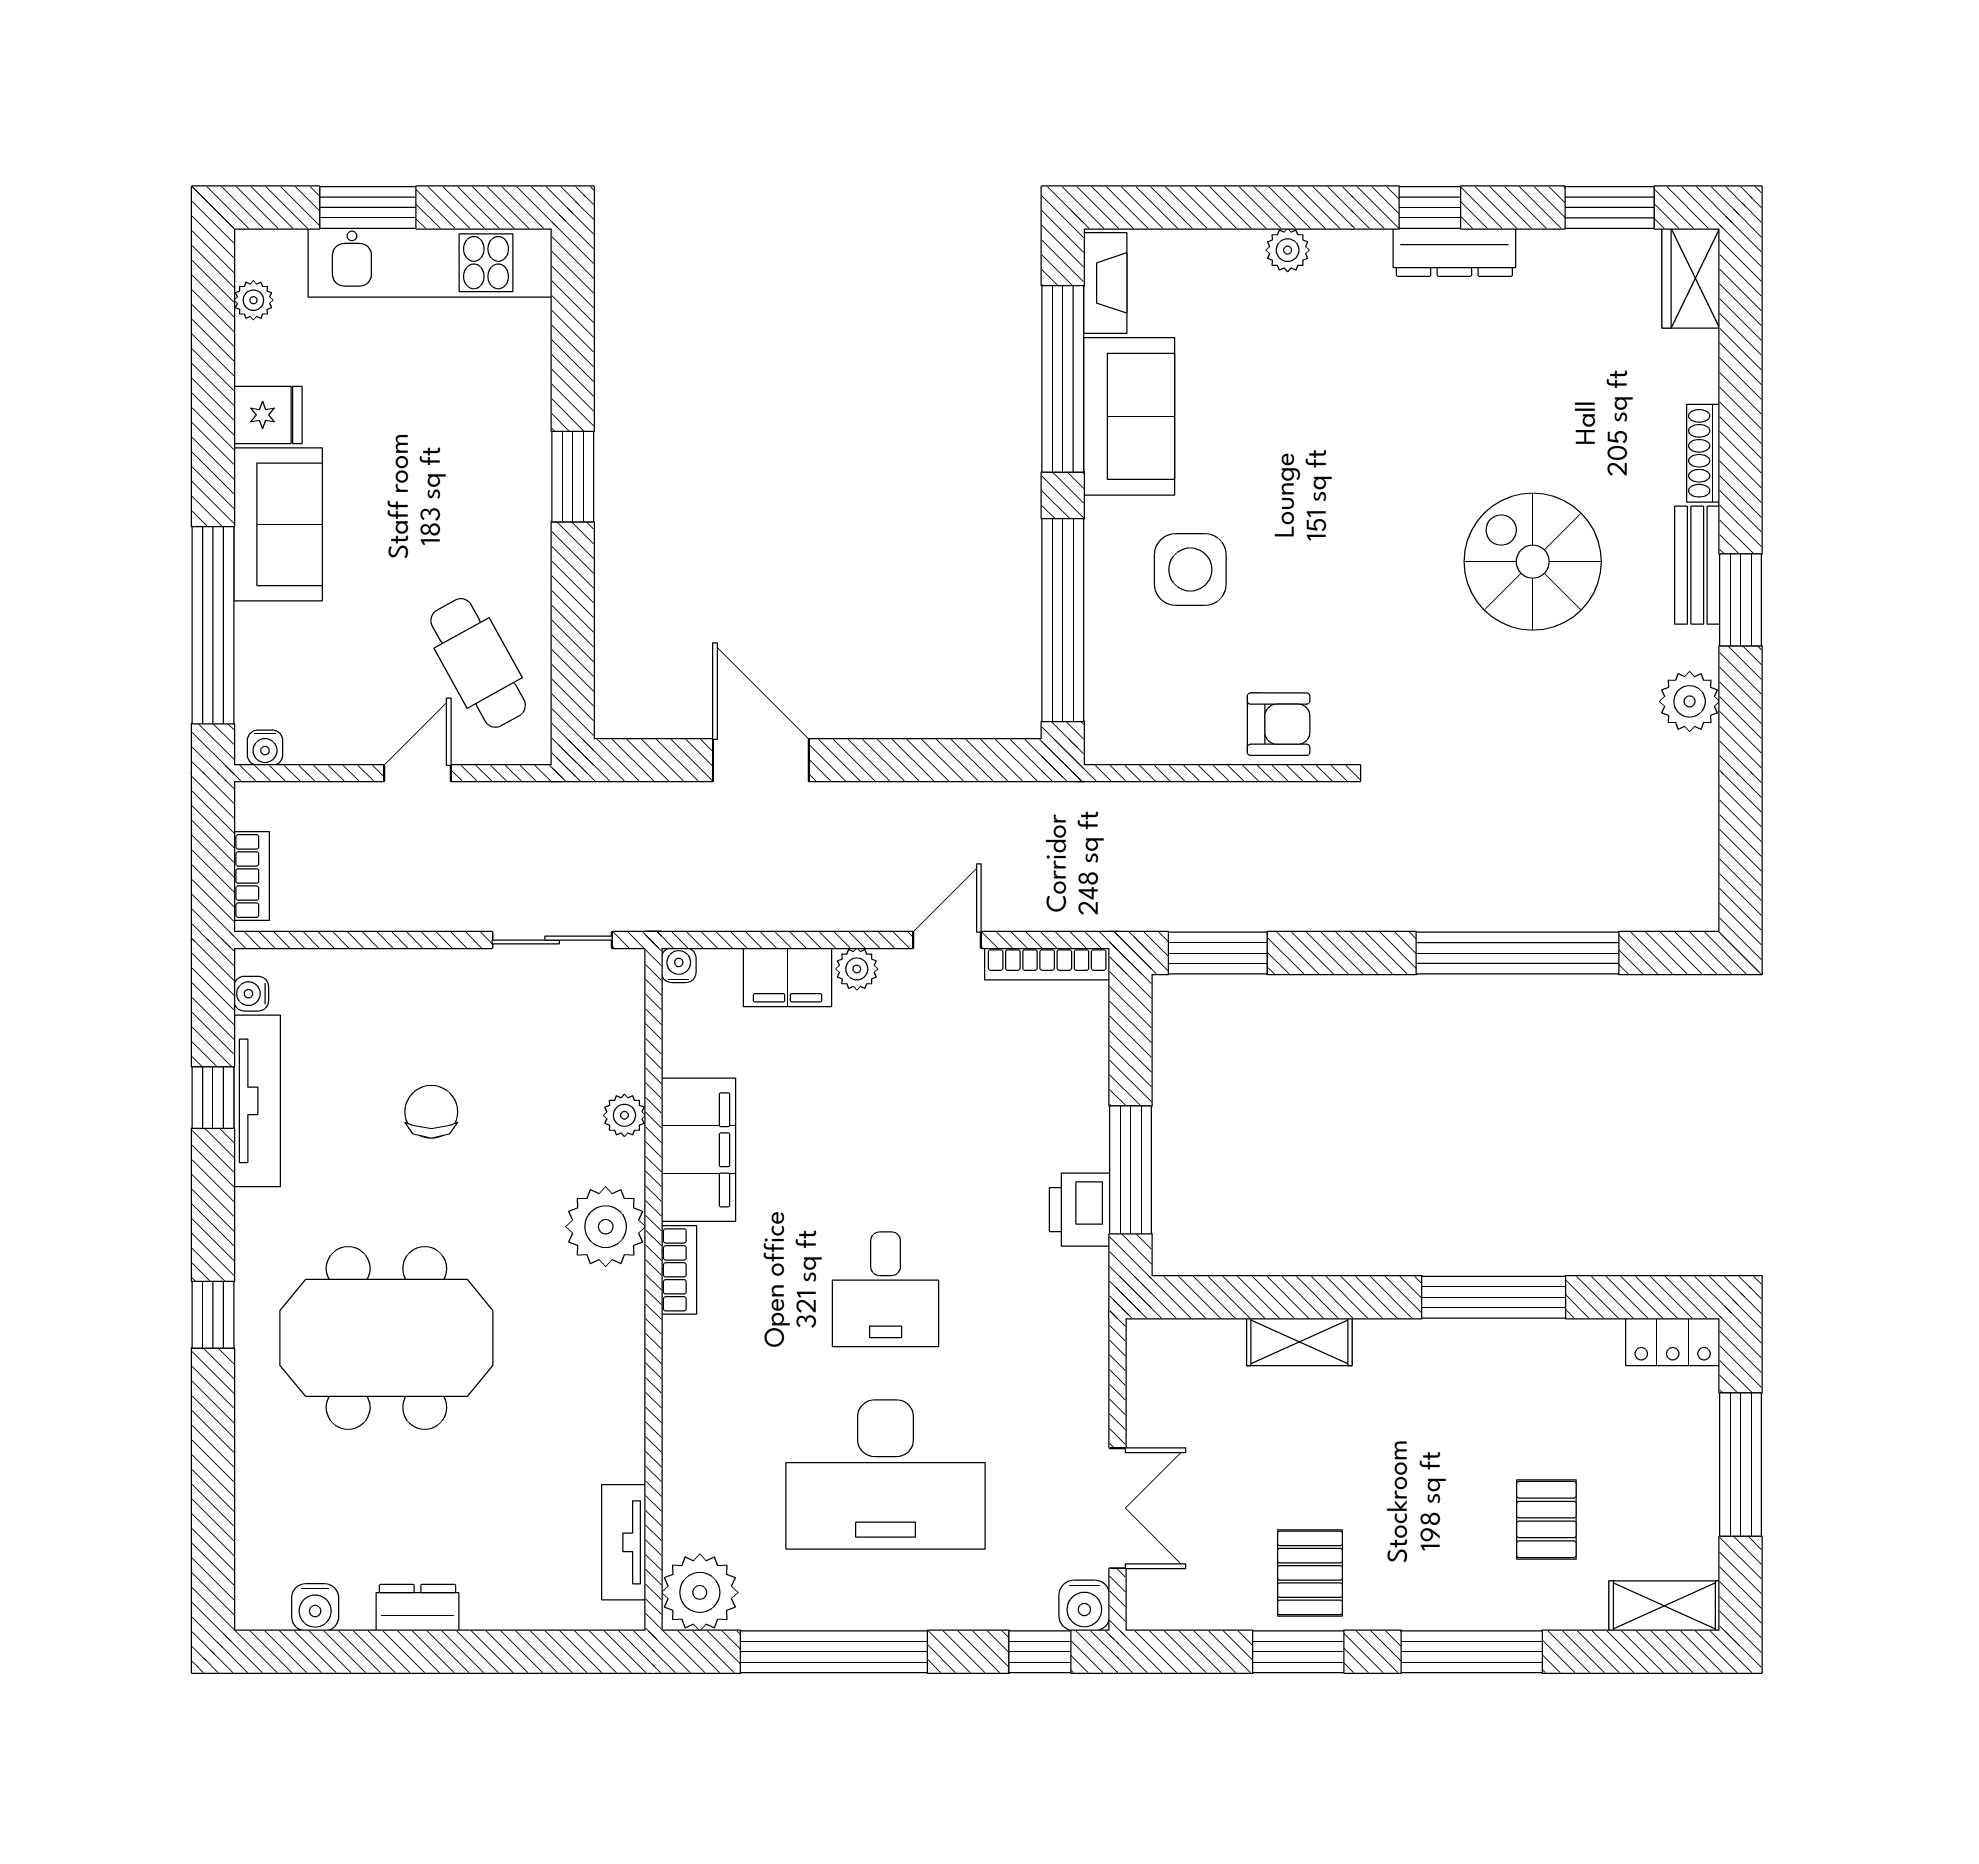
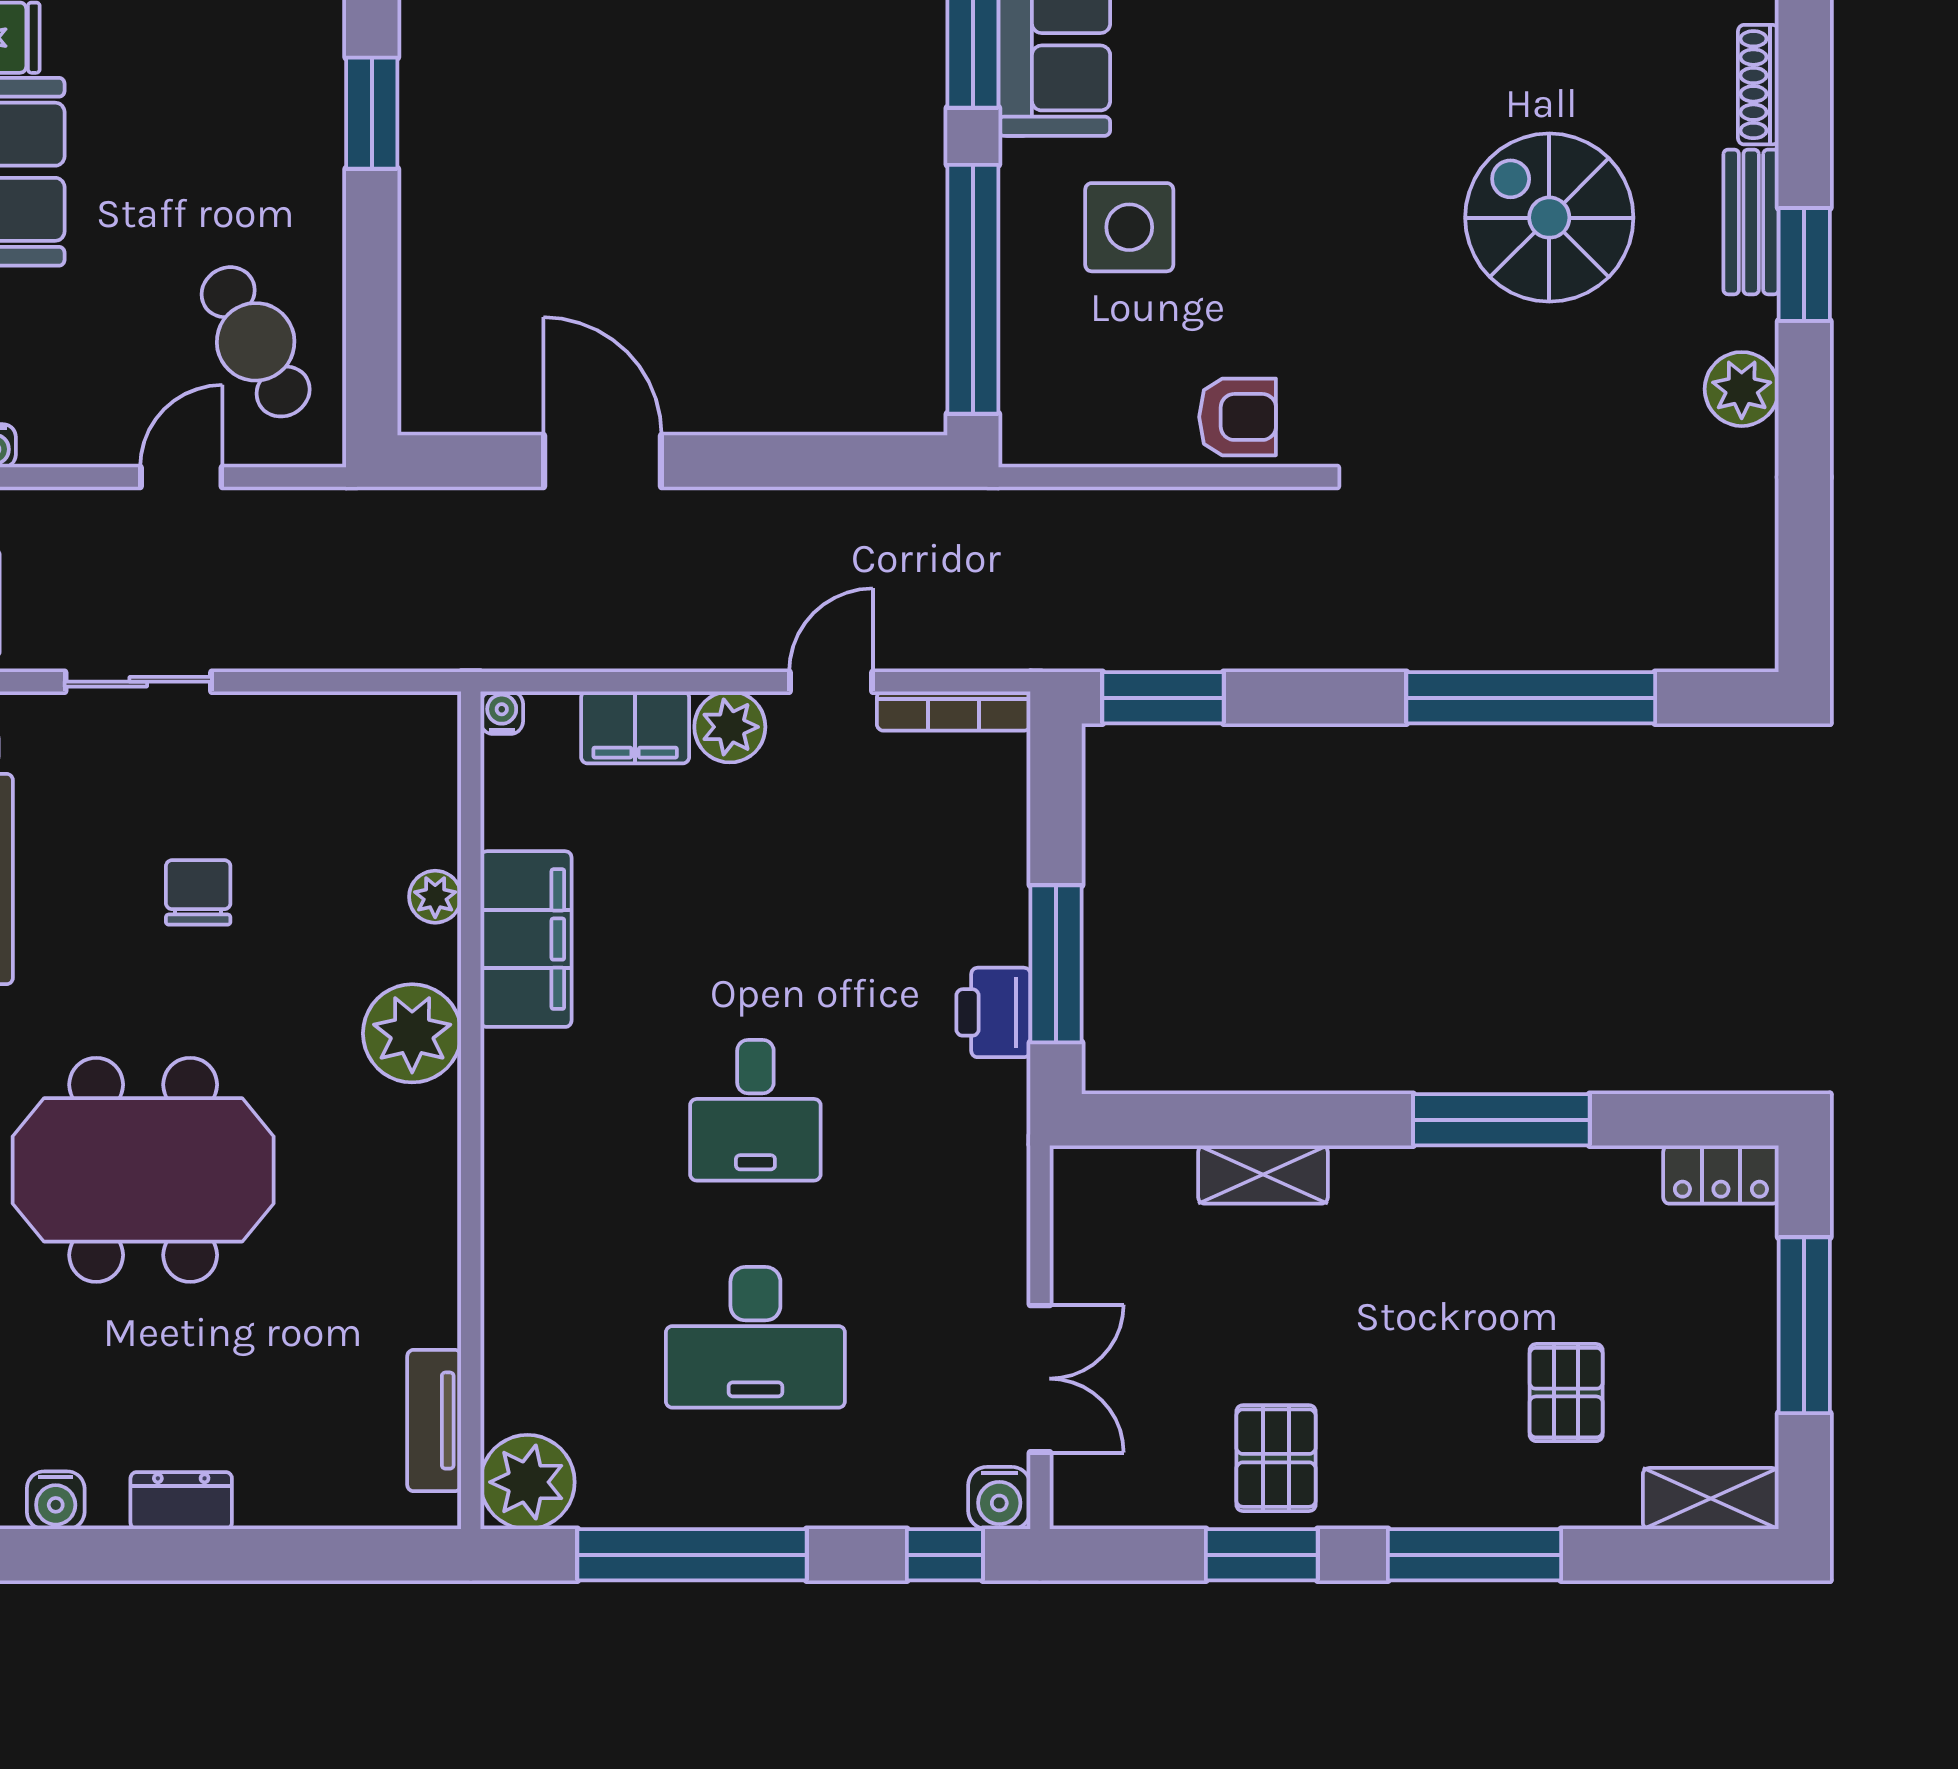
sliding door: (552, 940) -> (138, 682), moved
plant: (857, 969) -> (730, 727), width x1.38, depth x1.38
bookcase: (679, 1270) -> (502, 1086), removed
desk: (886, 1474) -> (755, 1337), width x0.73, depth x0.77

